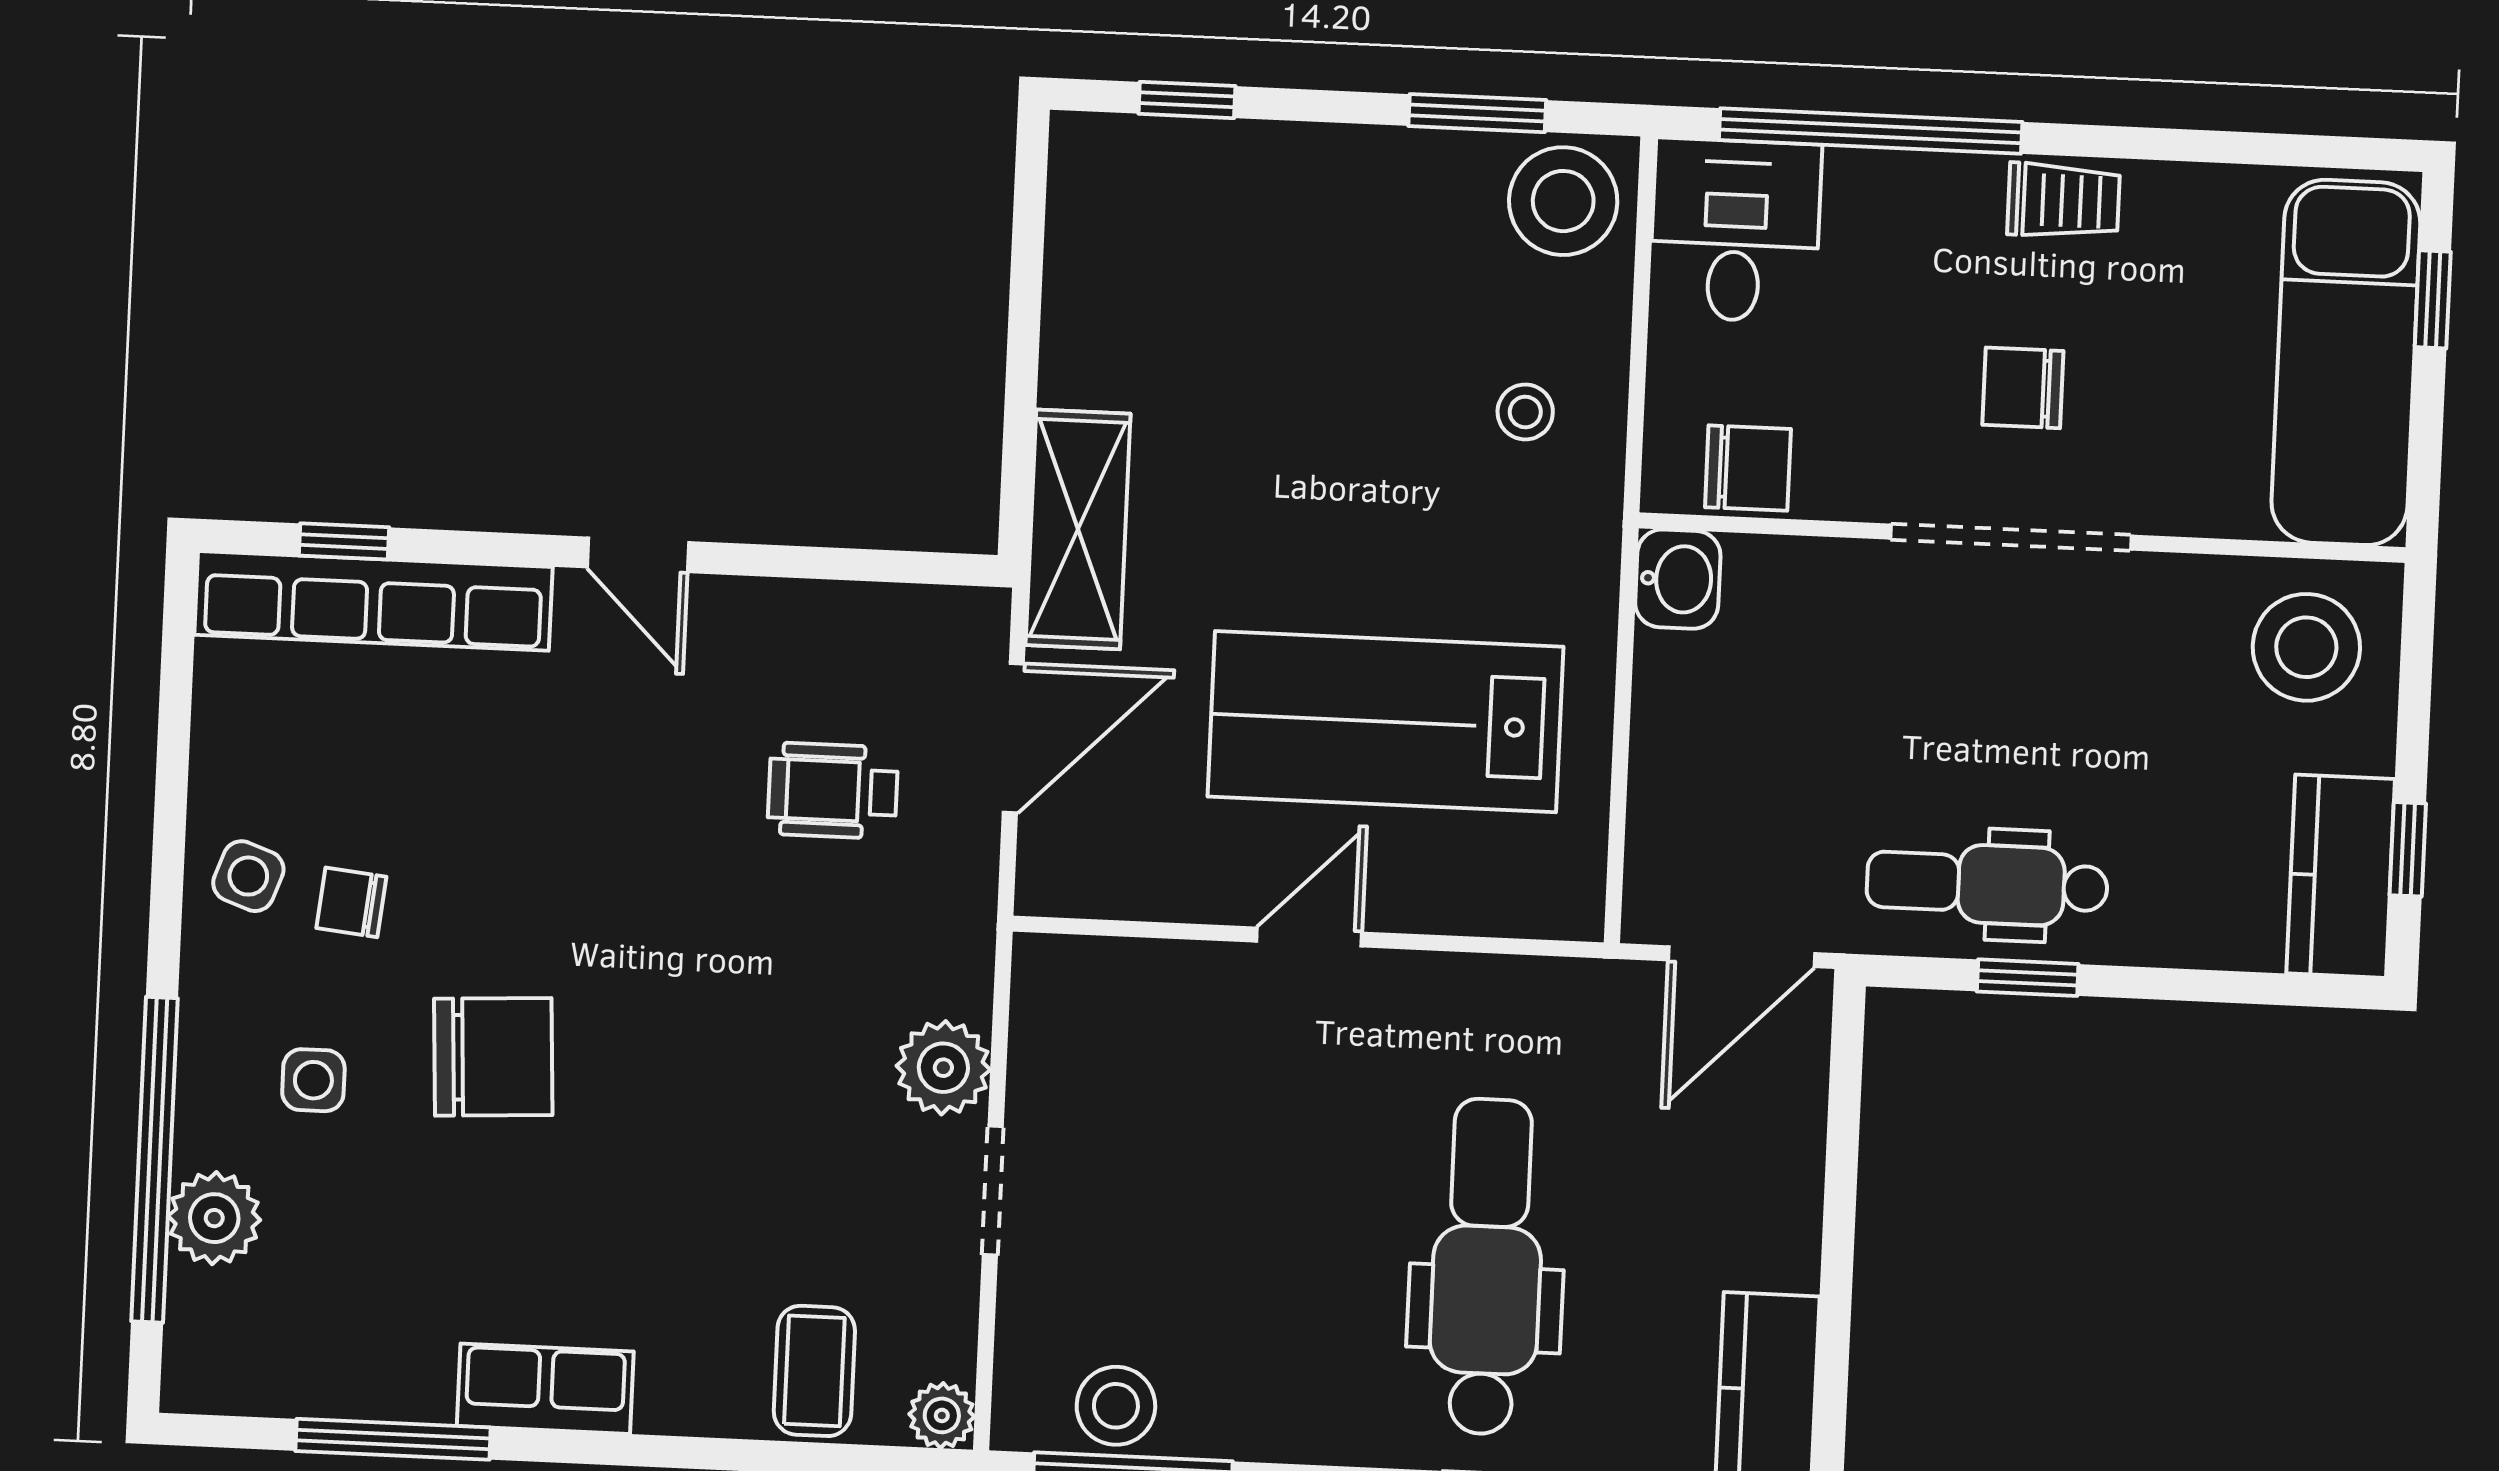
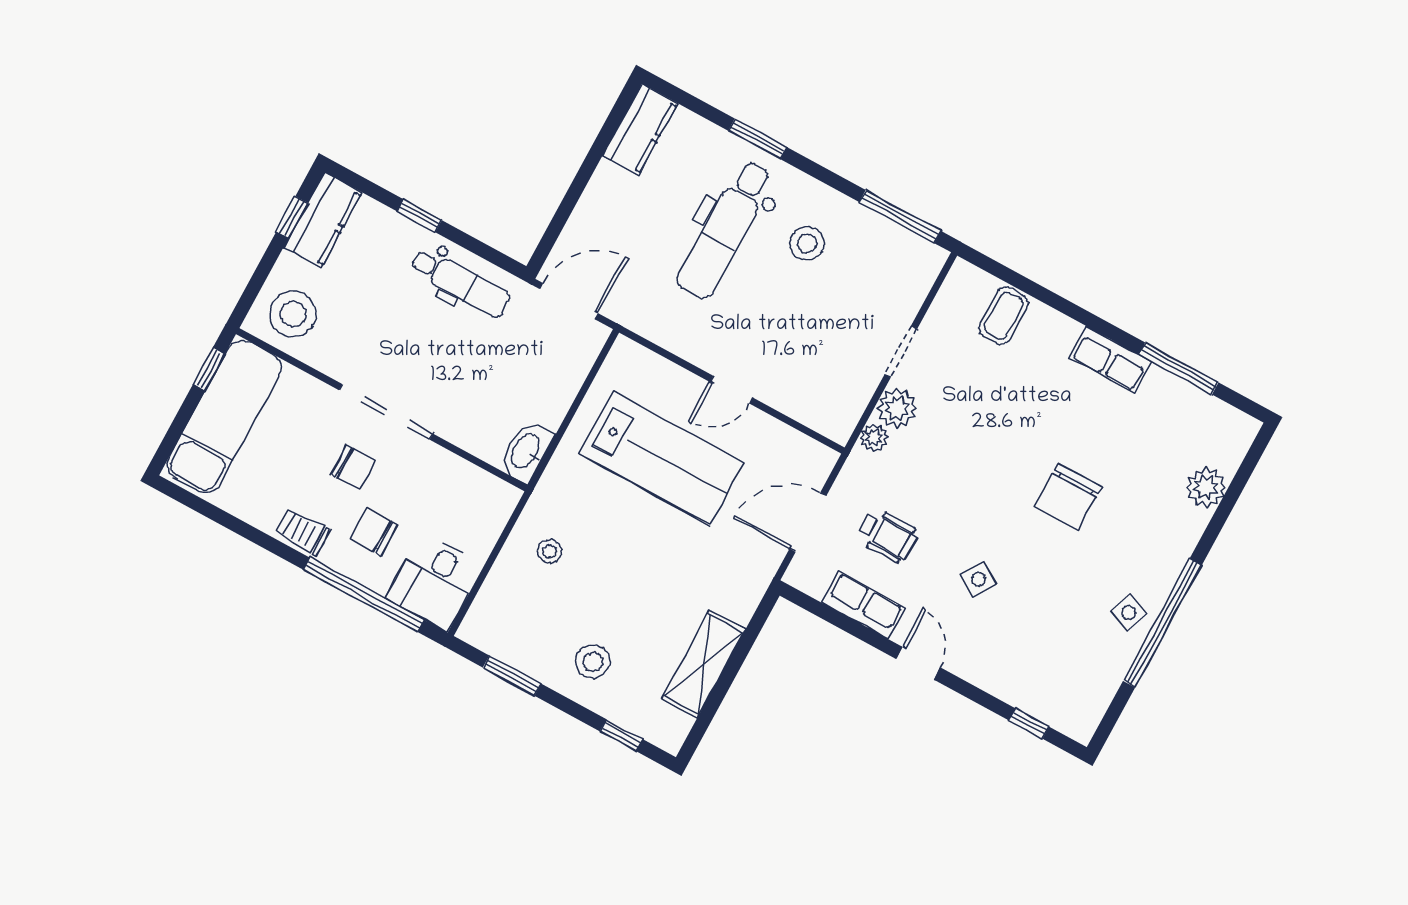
stool: (1563, 201) -> (593, 662), moved, width x0.73, depth x0.73
window: (2433, 299) -> (209, 369), moved
chair: (1748, 468) -> (374, 532), moved
shelving: (1078, 529) -> (704, 664), moved
washbasin: (1678, 579) -> (526, 451), width x1.38
row of seats: (373, 601) -> (864, 605), moved, width x0.50
chair: (351, 902) -> (1094, 583), removed
window: (2028, 978) -> (419, 216), moved
chair: (493, 1057) -> (1068, 497), turned -87
side table: (313, 1080) -> (979, 580), moved, turned 31
window: (155, 1160) -> (1162, 623), moved
stool: (1116, 1406) -> (807, 243), moved
plant: (942, 1415) -> (874, 438), moved

